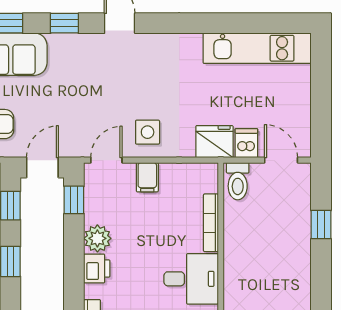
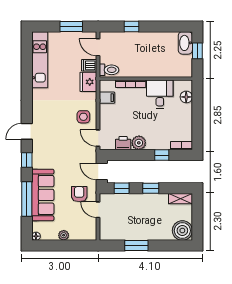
window: (321, 109) -> (71, 26), added
door: (281, 160) -> (98, 47), hinge flipped
filing cabinet: (147, 177) -> (107, 98), moved
window: (74, 200) -> (162, 155), moved
printer: (97, 268) -> (123, 143), moved

